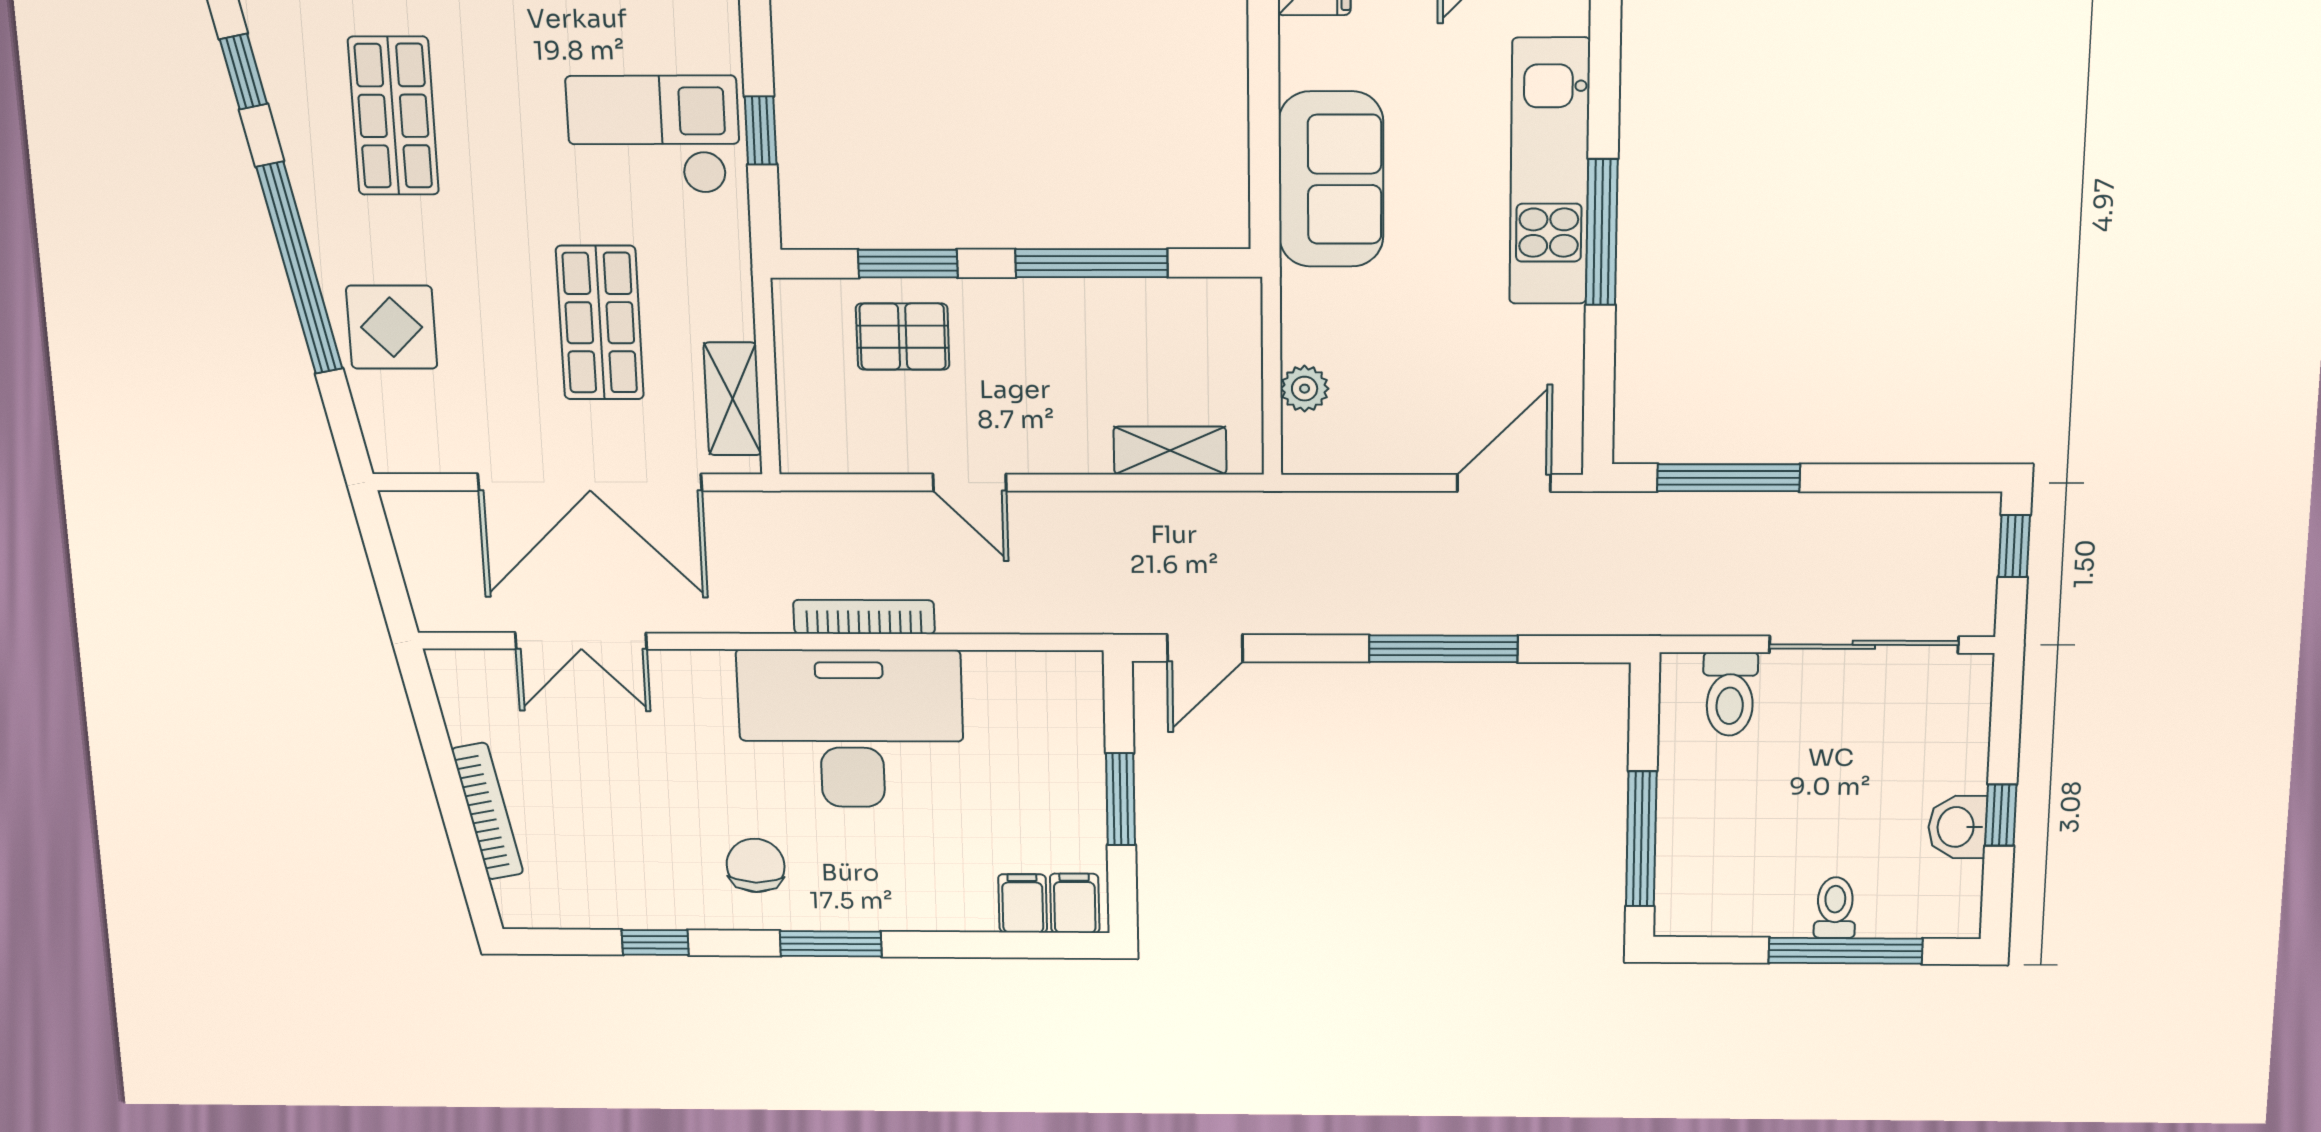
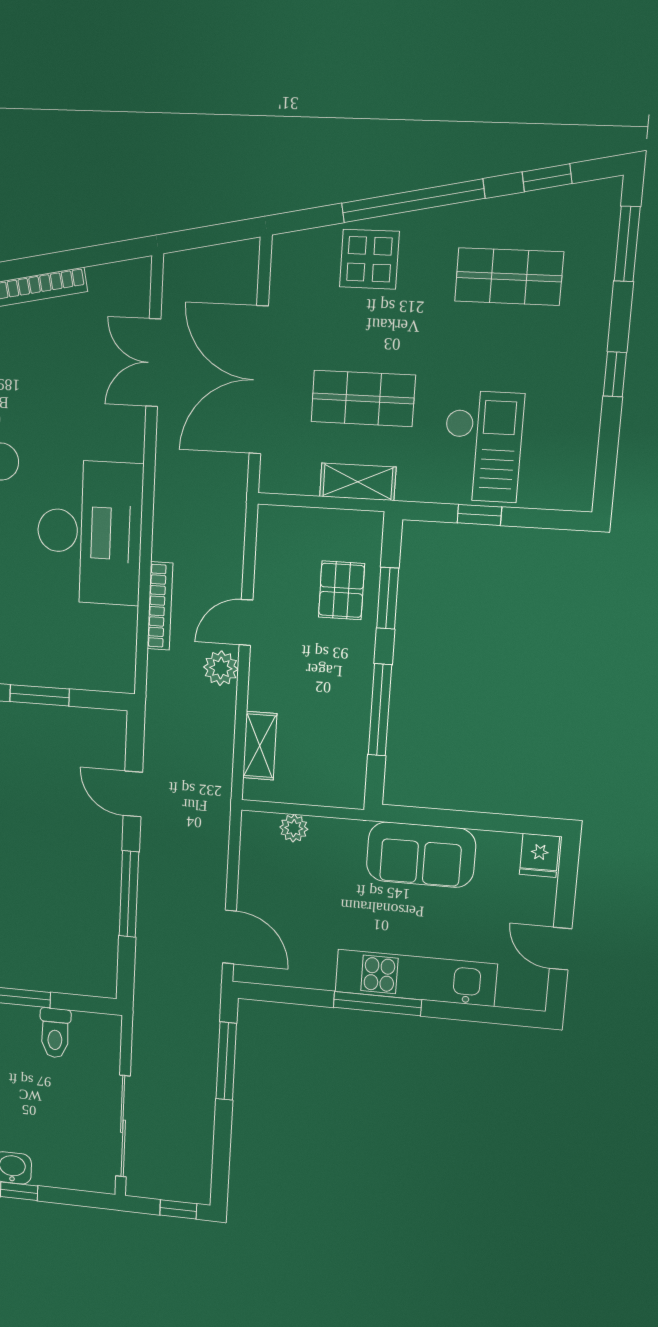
shelving: (733, 399) -> (358, 482), moved
plant: (1048, 518) -> (221, 668), added
bookcase: (864, 617) -> (160, 606), moved
door: (1205, 648) -> (133, 794), moved
toilet: (1730, 694) -> (55, 1033), moved, turned -90

